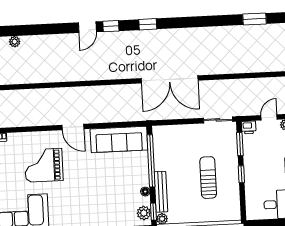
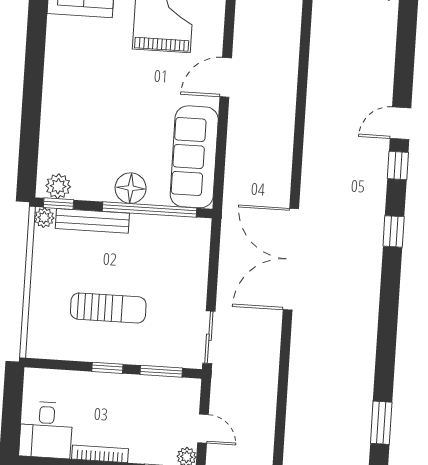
door: (87, 27) -> (401, 123), hinge flipped
printer: (249, 127) -> (189, 390), removed
floor lamp: (145, 192) -> (131, 188), moved, width x1.89, depth x1.89

